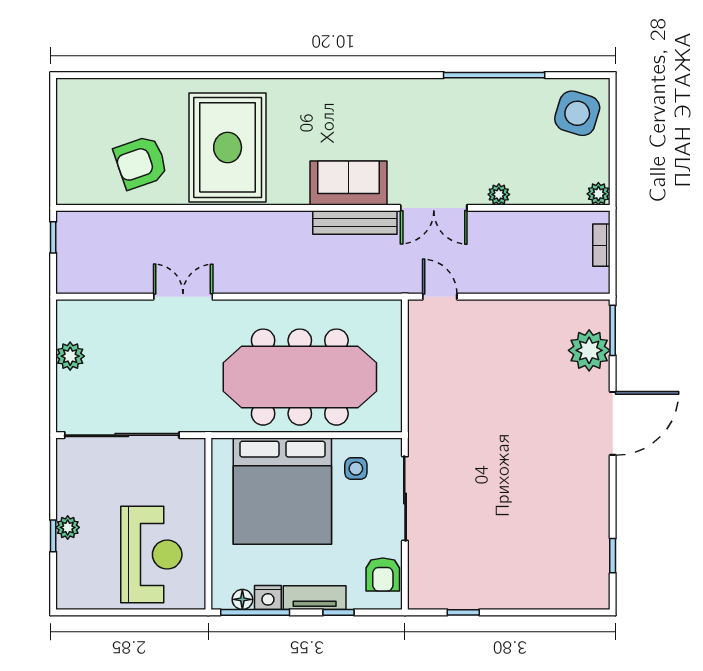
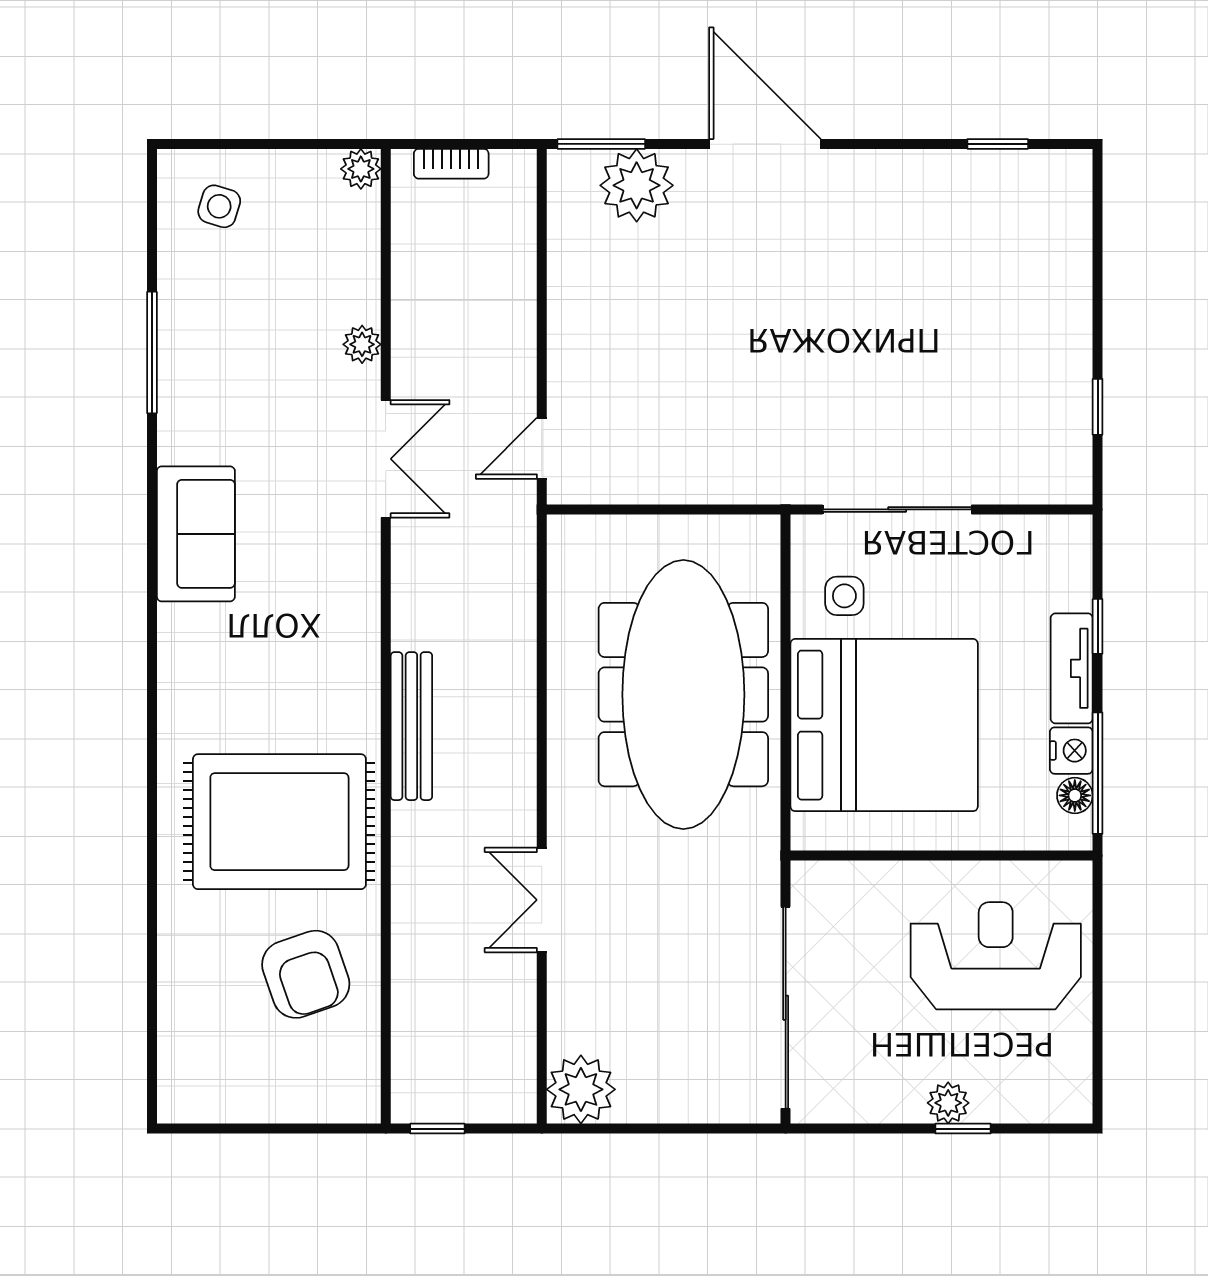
window: (494, 75) -> (152, 353), width x0.68
side table: (577, 113) -> (219, 206), width x0.54, depth x0.54
sofa: (349, 183) -> (196, 534), moved, turned 180
bench: (355, 223) -> (411, 726), moved
plant: (70, 356) -> (581, 1089), moved, width x1.36, depth x1.36
armchair: (383, 575) -> (1031, 548), removed

